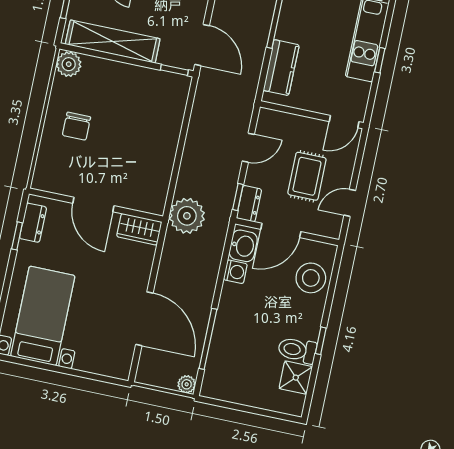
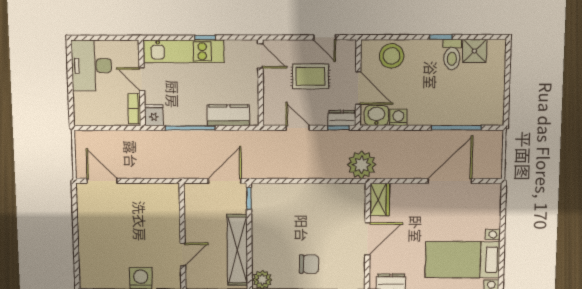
plant: (187, 384) -> (496, 137), removed

